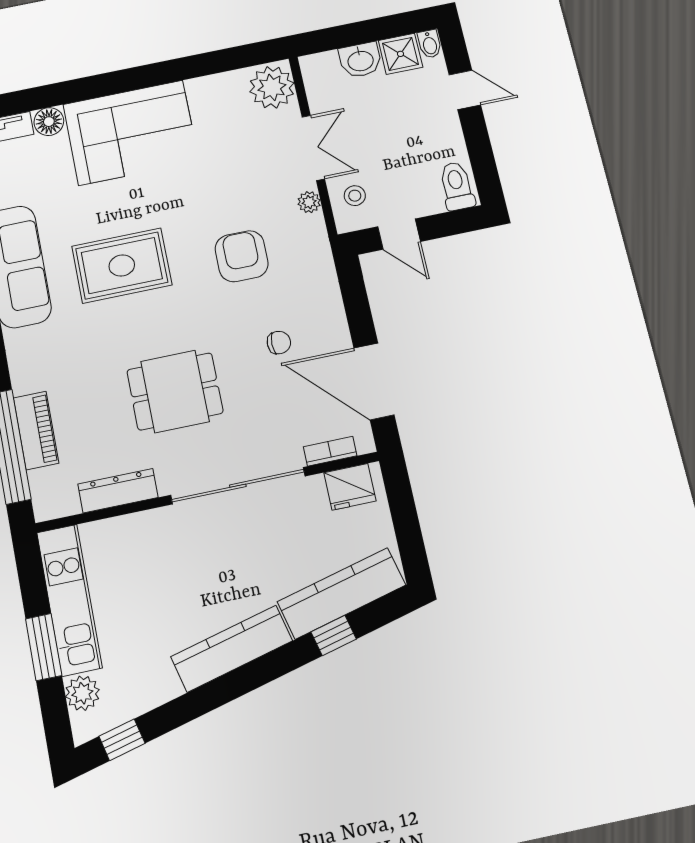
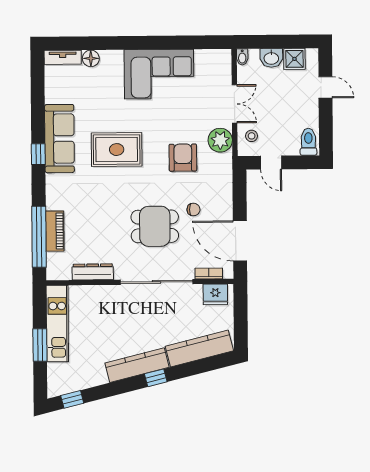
bidet: (430, 44) -> (242, 57), moved
plant: (272, 87) -> (219, 64), removed
corner sofa: (131, 133) -> (159, 74), moved
plant: (309, 202) -> (220, 140), width x1.87, depth x1.87
dining table: (175, 391) -> (155, 226), moved
window: (334, 635) -> (156, 378), moved
plant: (82, 693) -> (56, 372), removed

